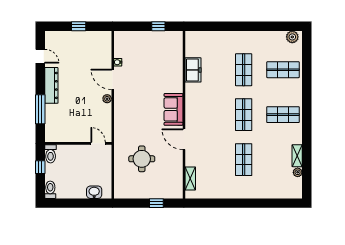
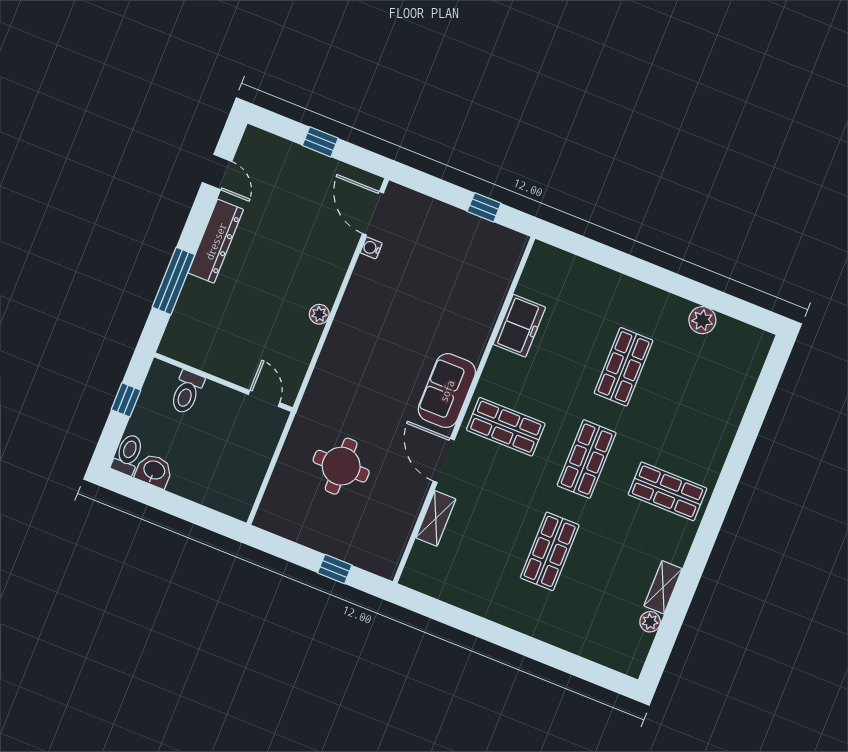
plant: (292, 37) -> (702, 320), moved
shop shelf: (283, 70) -> (506, 427), moved
door: (113, 79) -> (373, 213), moved
toilet: (51, 154) -> (187, 392), moved
shelving: (190, 178) -> (436, 518), moved
washbasin: (94, 192) -> (154, 471), moved

